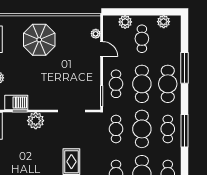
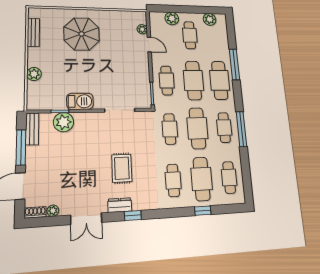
barbecue: (16, 103) -> (80, 101), moved
plant: (36, 121) -> (63, 122), moved

